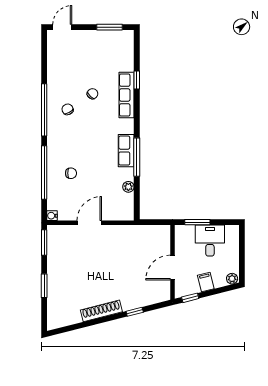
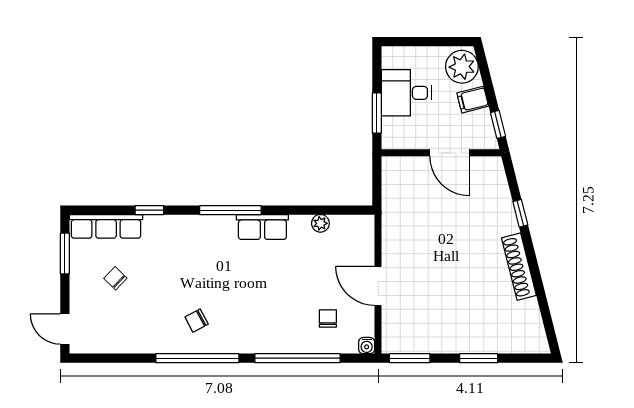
chair: (92, 94) -> (115, 278), moved
row of seats: (127, 95) -> (106, 226), moved
window: (137, 157) -> (230, 210), moved
chair: (71, 173) -> (328, 318), moved
plant: (232, 279) -> (462, 67), width x1.87, depth x1.87

